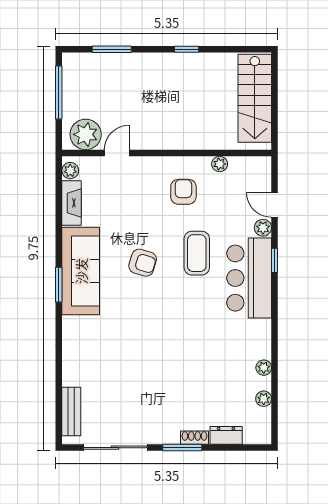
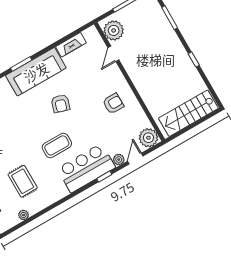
door: (117, 153) -> (113, 54), swing flipped
plant: (220, 164) -> (148, 138), moved, width x1.87, depth x1.87
plant: (70, 171) -> (89, 34), removed
coffee table: (197, 253) -> (57, 145), moved
plant: (264, 368) -> (41, 205), removed
rug: (218, 374) -> (23, 181), added

